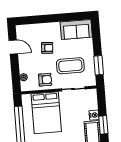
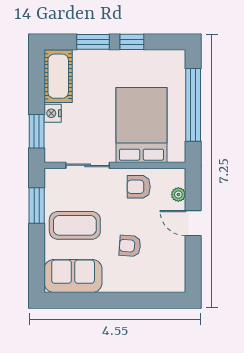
door: (13, 47) -> (193, 223), moved
coffee table: (70, 66) -> (75, 225), moved
window: (103, 125) -> (37, 131), moved

